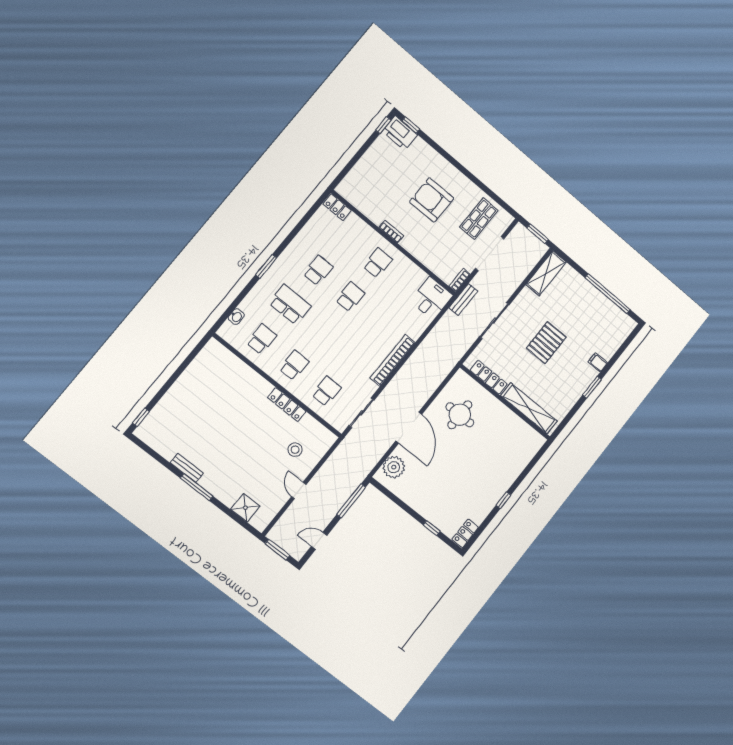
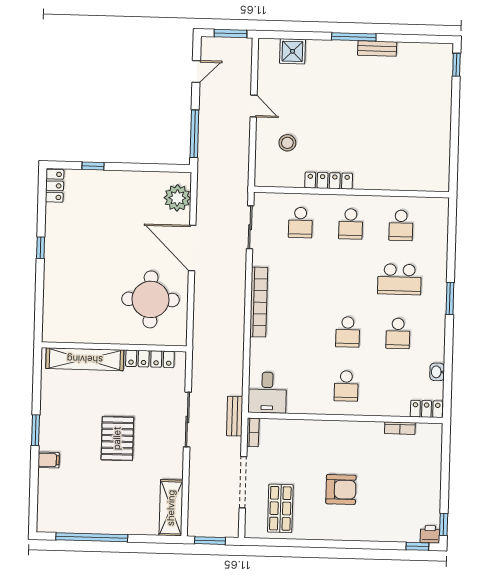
printer: (400, 133) -> (430, 534), width x0.53, depth x0.68
armchair: (432, 200) -> (341, 489), width x0.73, depth x0.73
bookcase: (391, 232) -> (400, 428), moved
washbasin: (236, 317) -> (437, 372), moved
round table: (460, 415) -> (151, 299), width x1.36, depth x1.36

